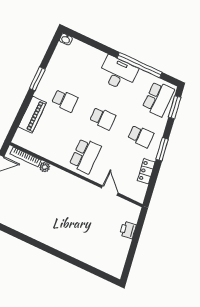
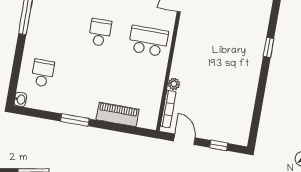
desk: (118, 73) -> (43, 29), removed
school desk: (65, 100) -> (43, 73), moved
window: (53, 252) -> (269, 47), added

